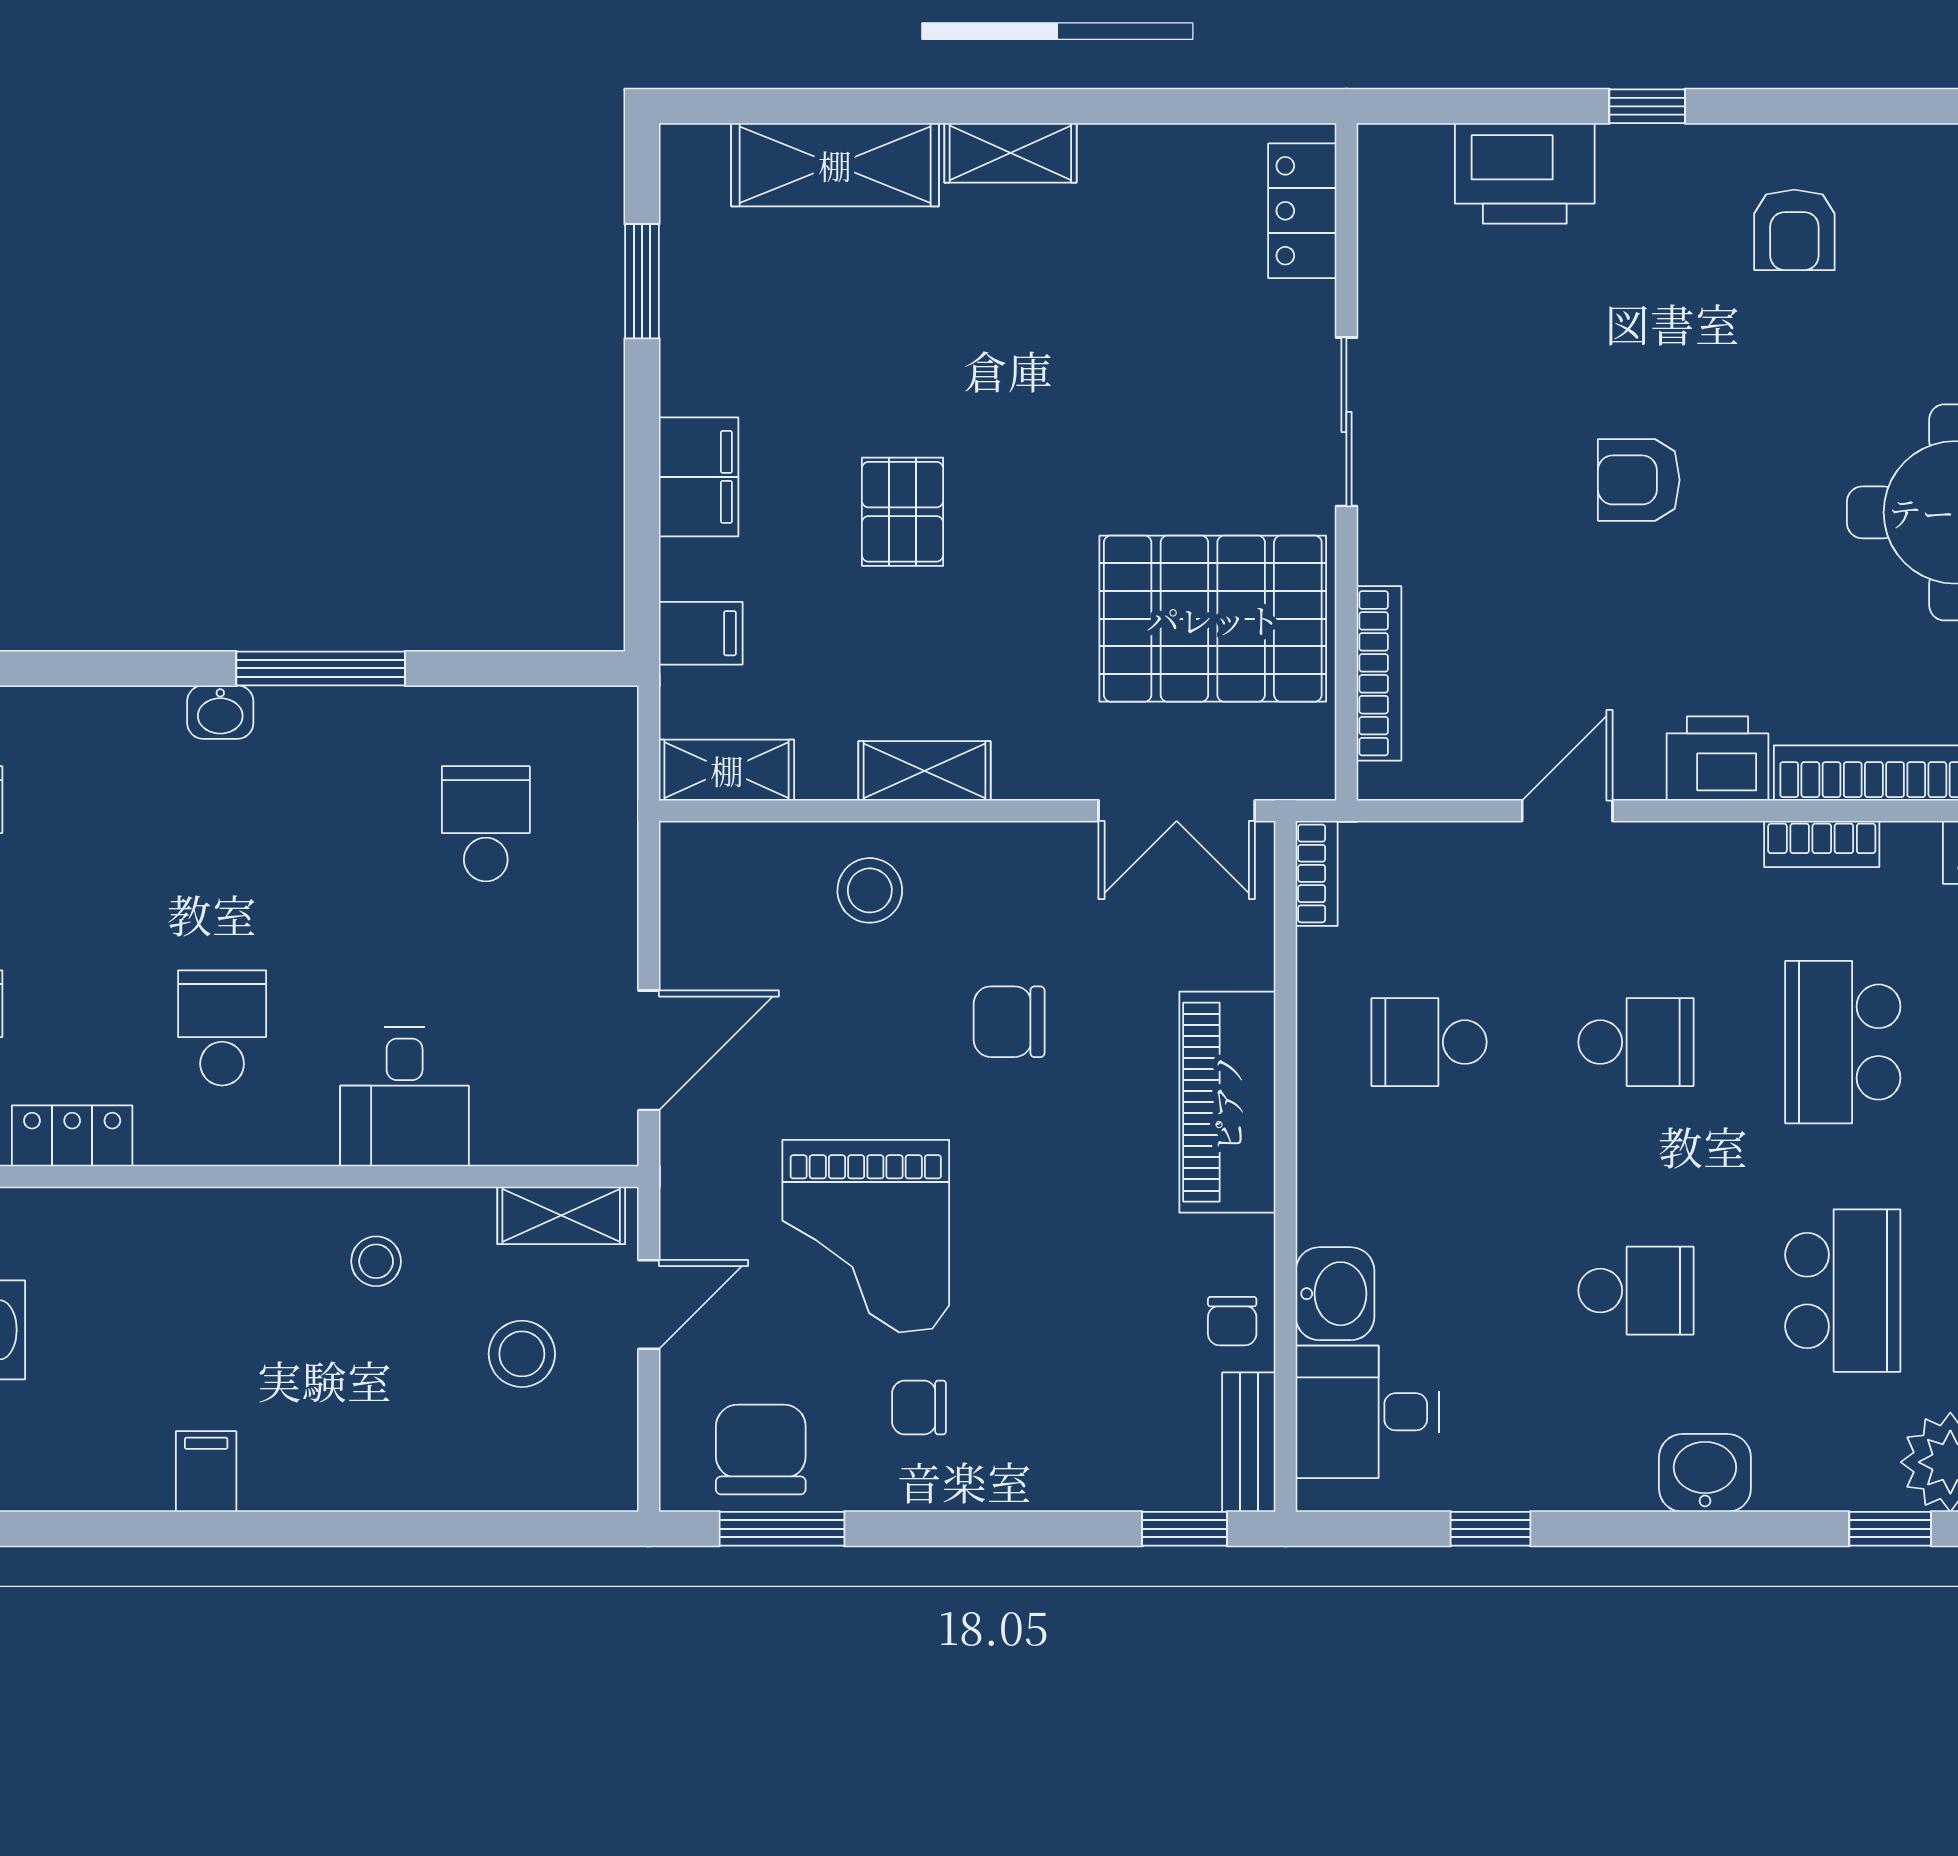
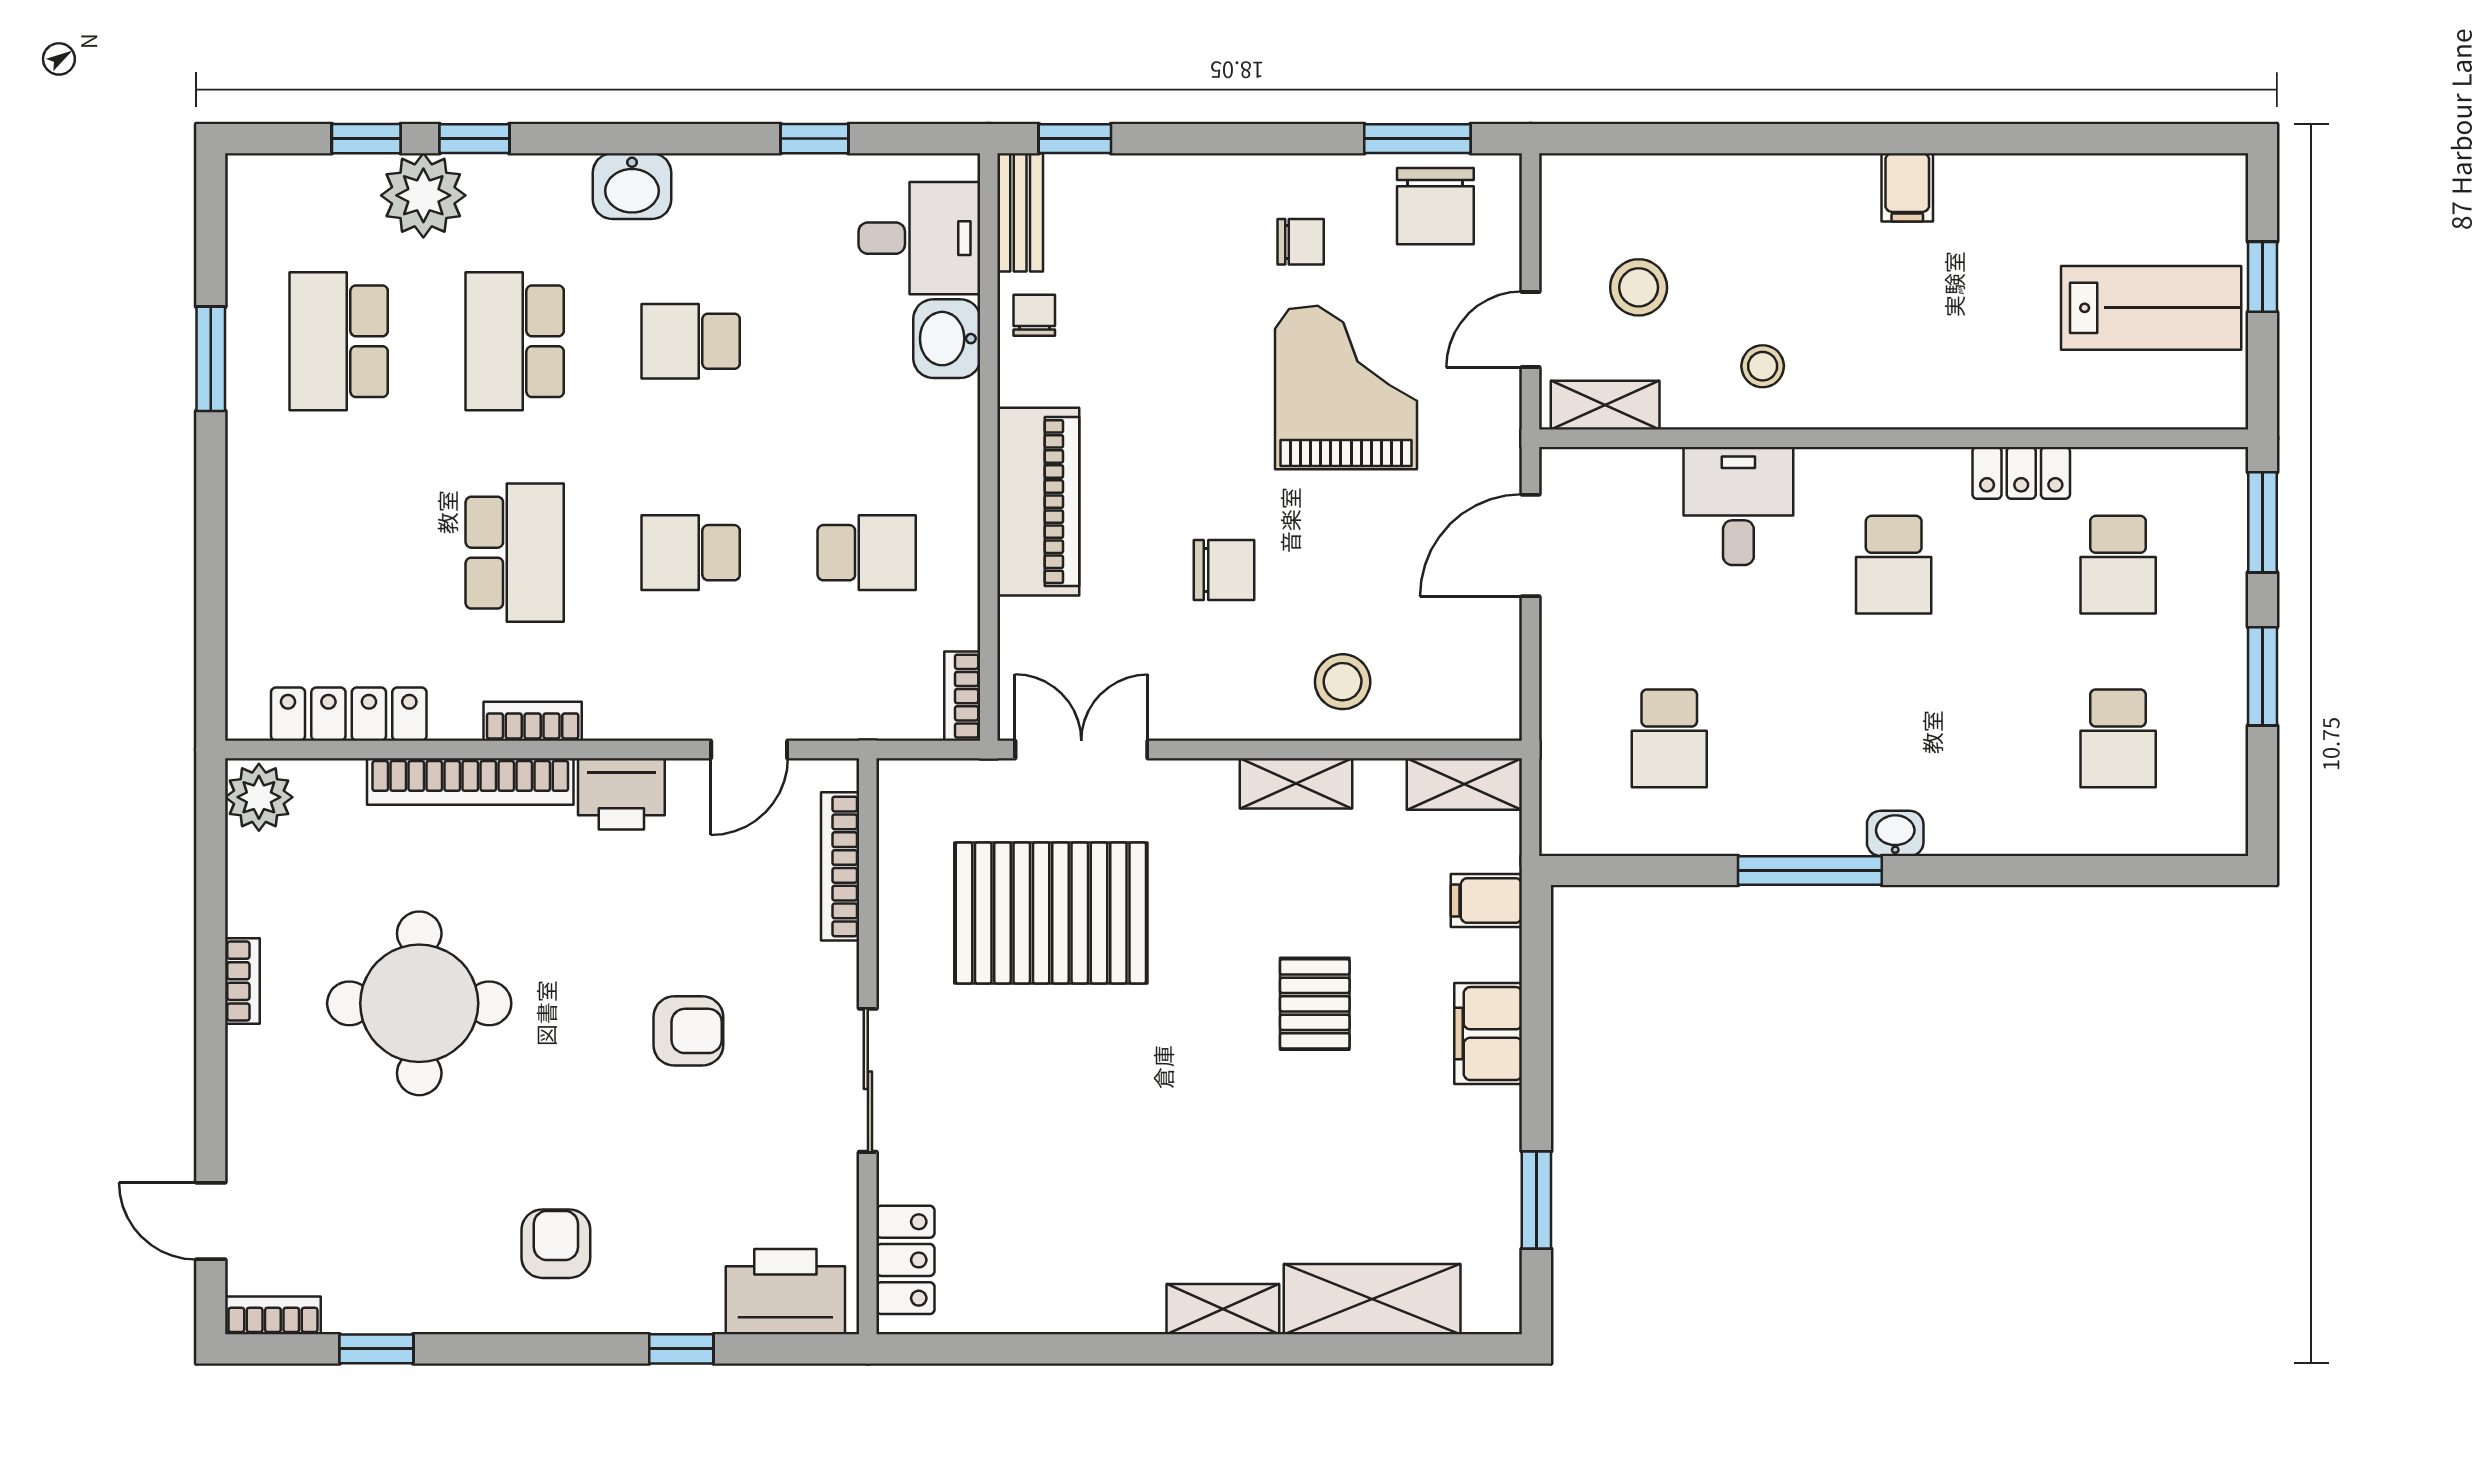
locker: (1302, 211) -> (905, 1260), moved
sliding door: (1346, 422) -> (868, 1080), moved
wall: (1346, 462) -> (868, 1046), moved
bookcase: (1379, 673) -> (840, 866), moved

